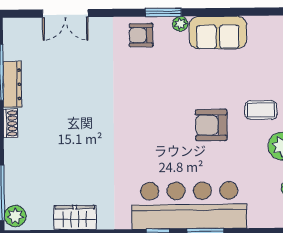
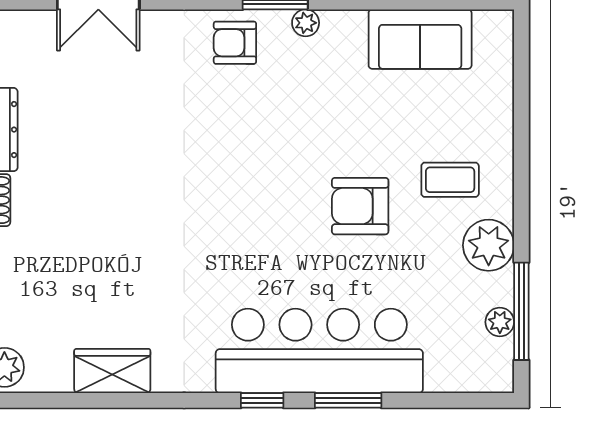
sofa: (218, 33) -> (420, 39), moved

